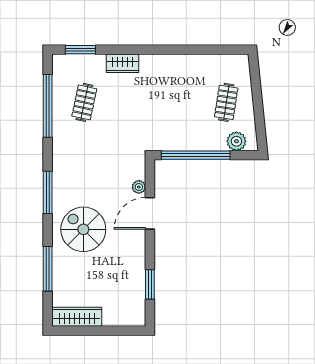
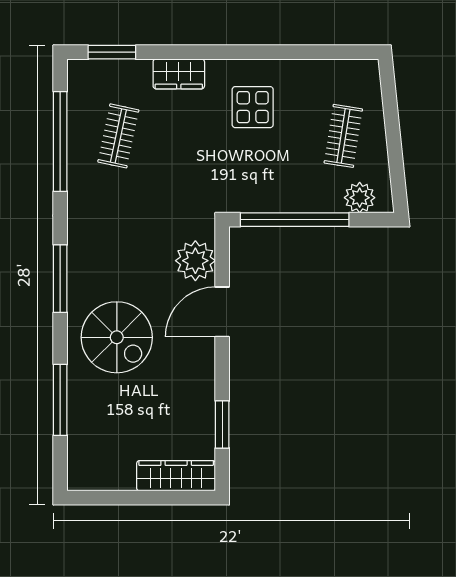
display table: (169, 84) -> (253, 107), added
plant: (139, 187) -> (195, 261), width x1.88, depth x1.88
spiral stairs: (83, 229) -> (117, 337), turned 180
wardrobe: (77, 317) -> (176, 476), moved

